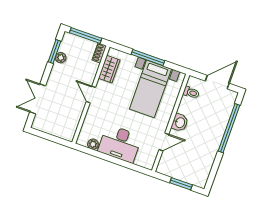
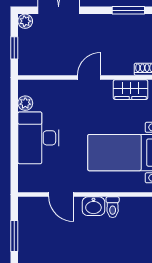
plant: (61, 58) -> (25, 21), moved
toilet: (191, 92) -> (113, 207), moved
window: (53, 138) -> (14, 48), added

